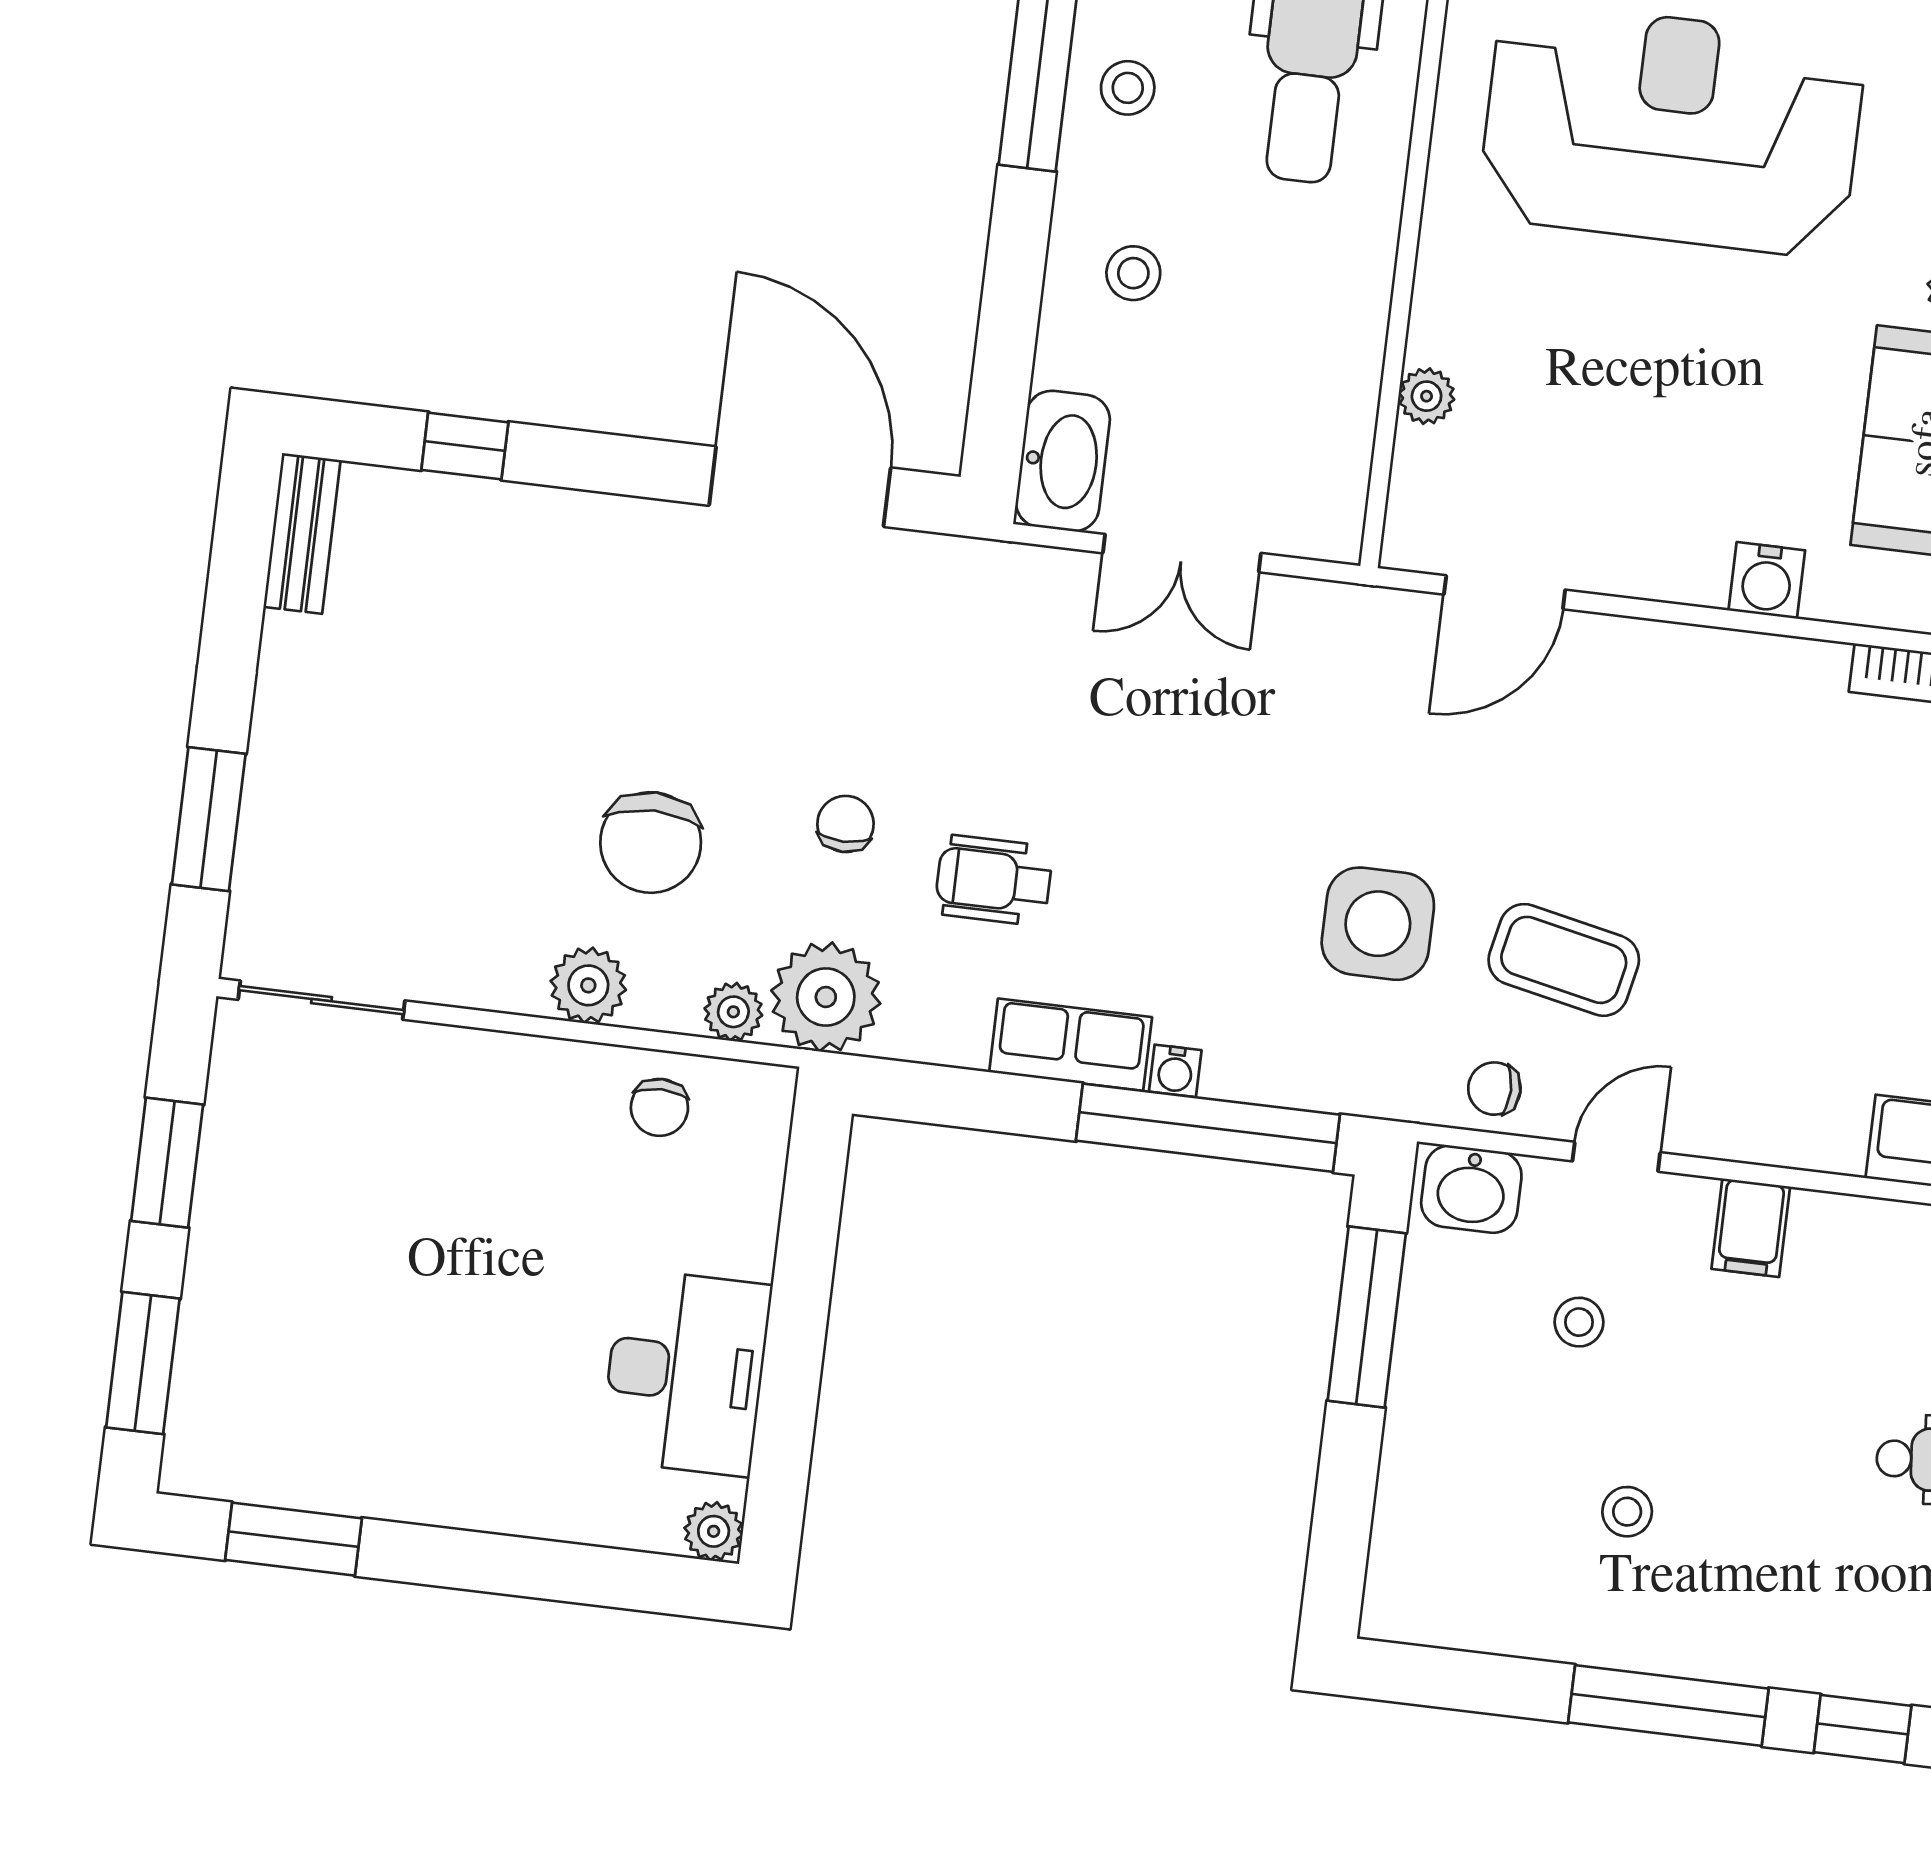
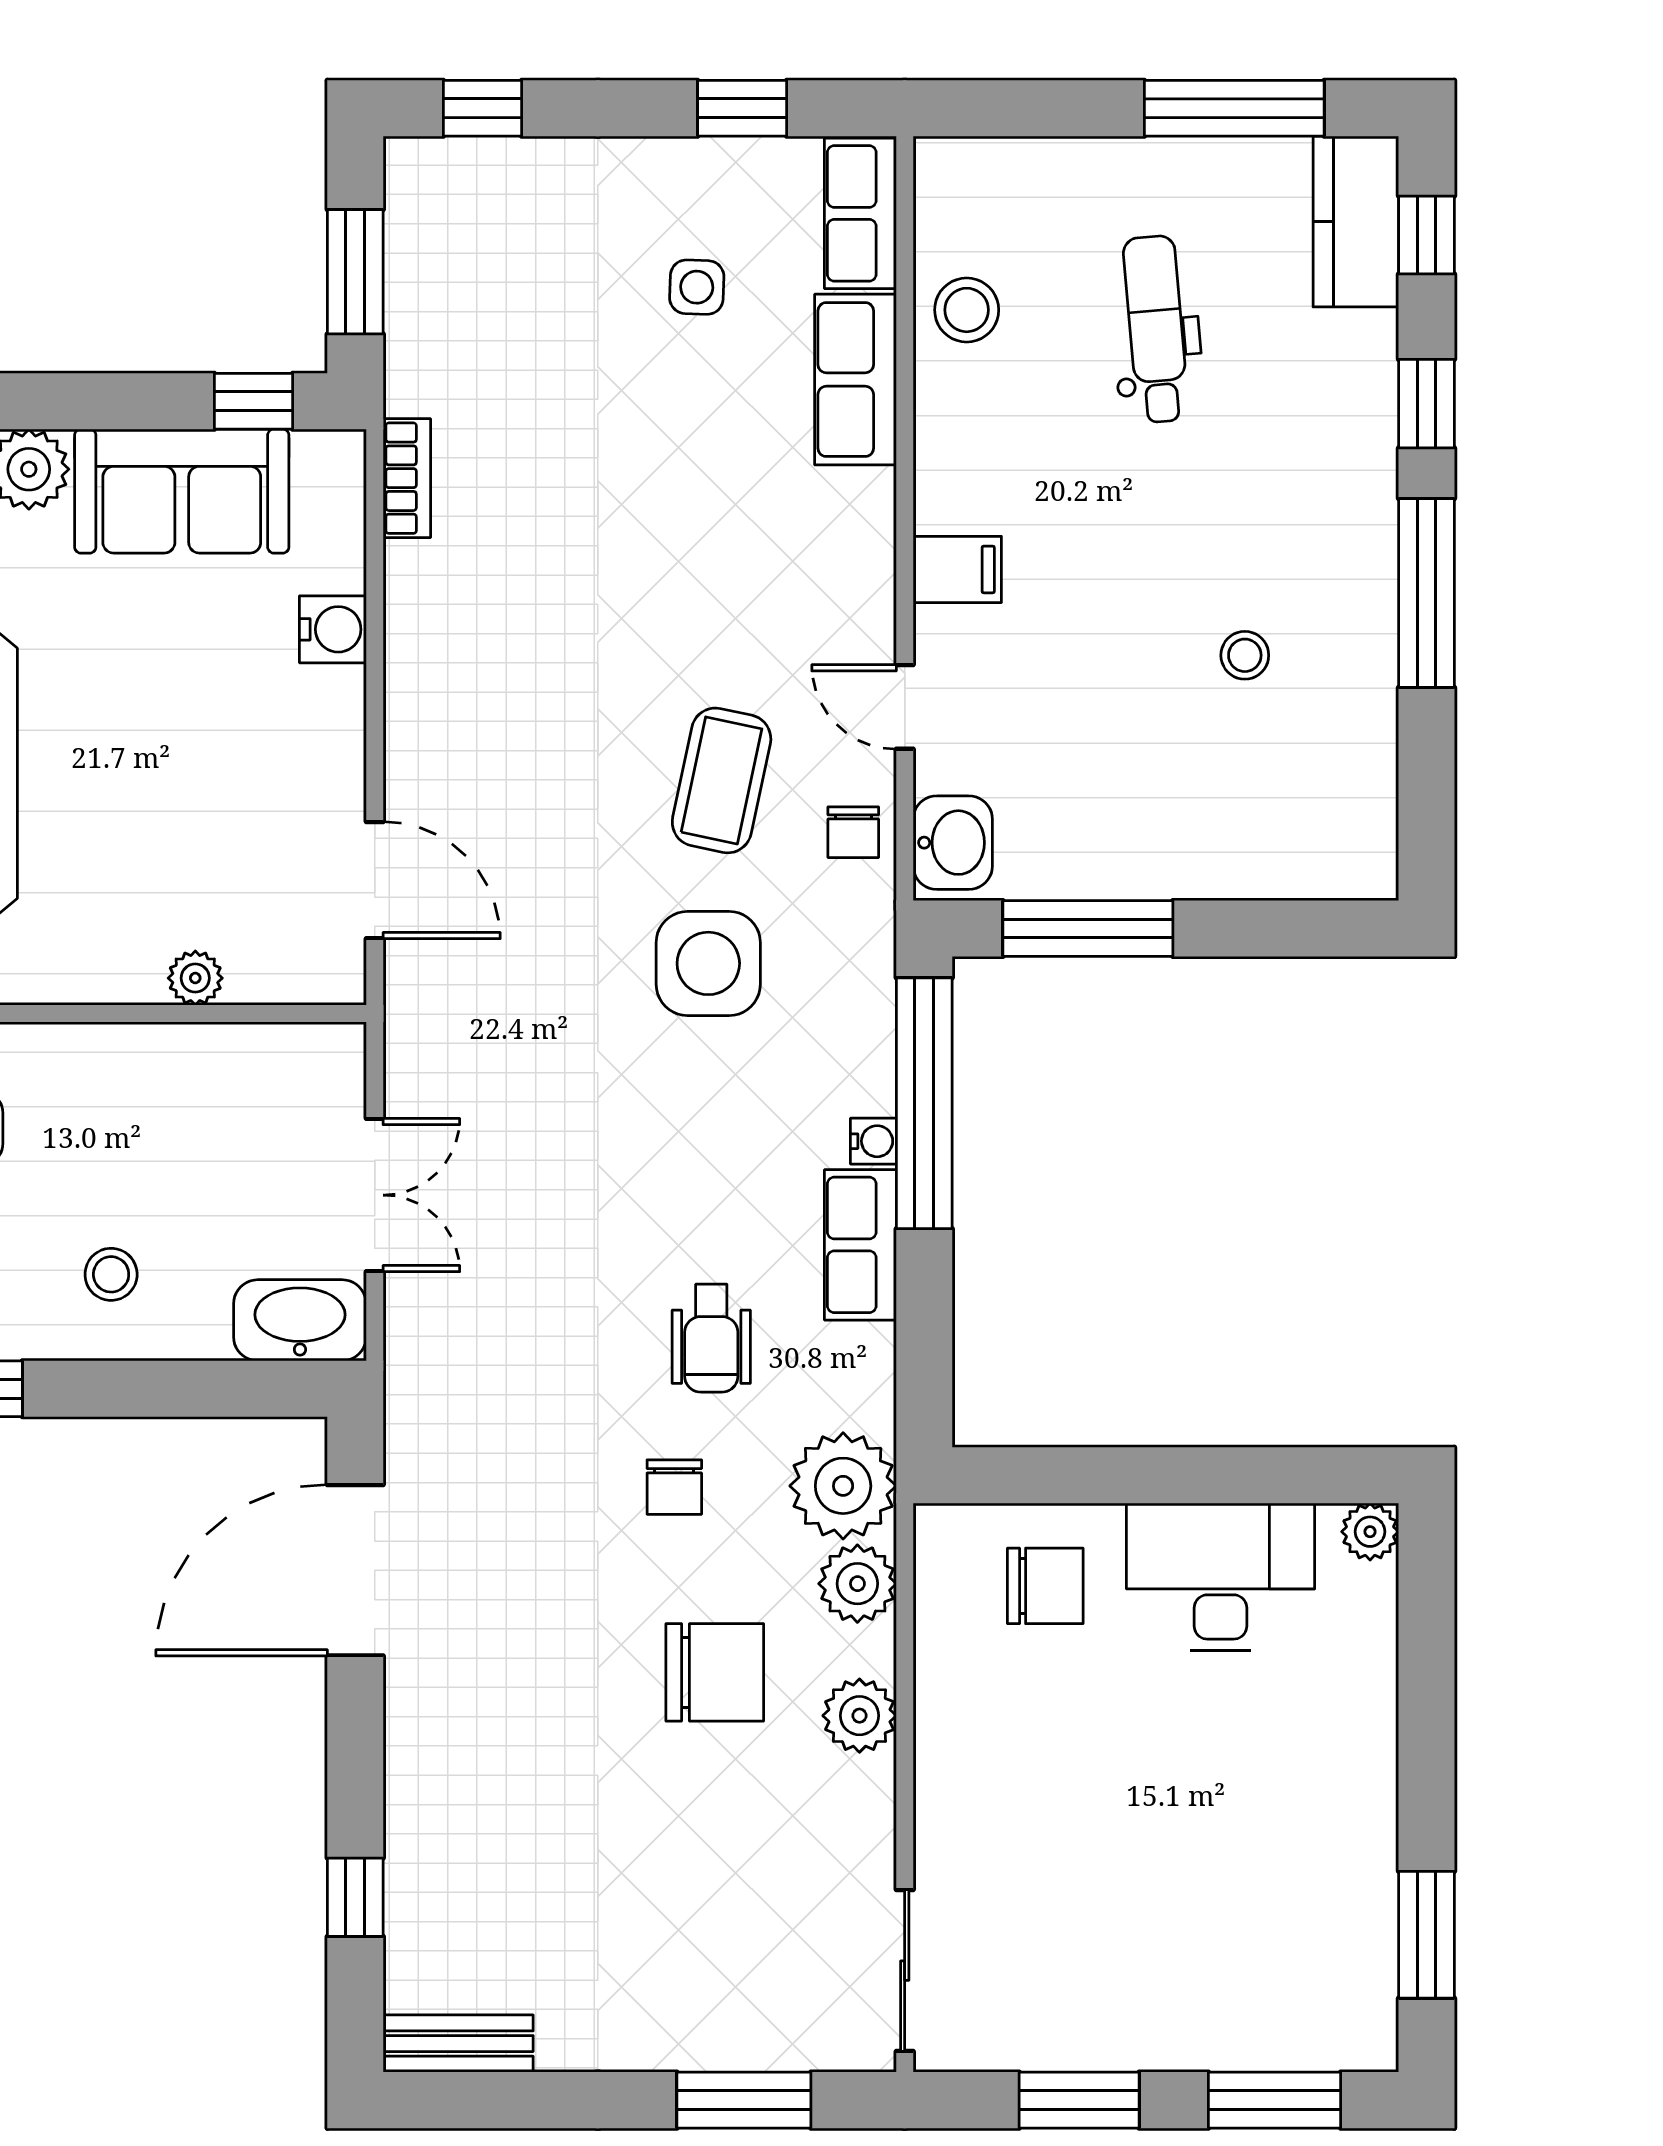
chair: (845, 824) -> (674, 1487), turned -90
plant: (733, 1012) -> (857, 1584), width x1.38, depth x1.38
chair: (659, 1107) -> (1045, 1586), moved, width x1.37, depth x1.37
stool: (1579, 1322) -> (1068, 724), removed

